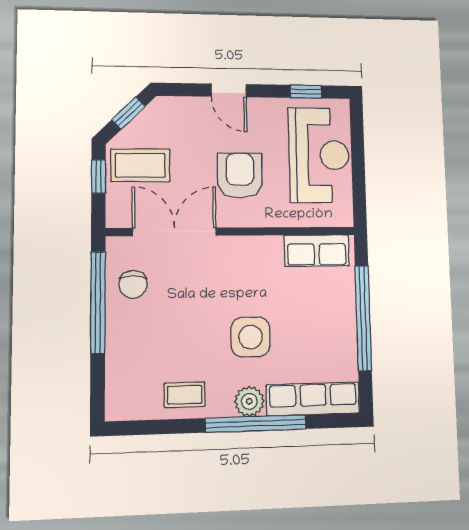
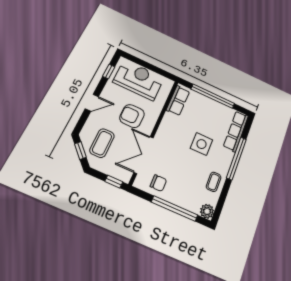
coffee table: (140, 165) -> (102, 143), moved
window: (98, 177) -> (114, 182), moved
window: (98, 302) -> (175, 209), moved
plant: (249, 401) -> (207, 211), moved

